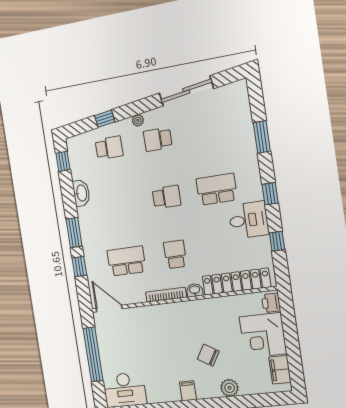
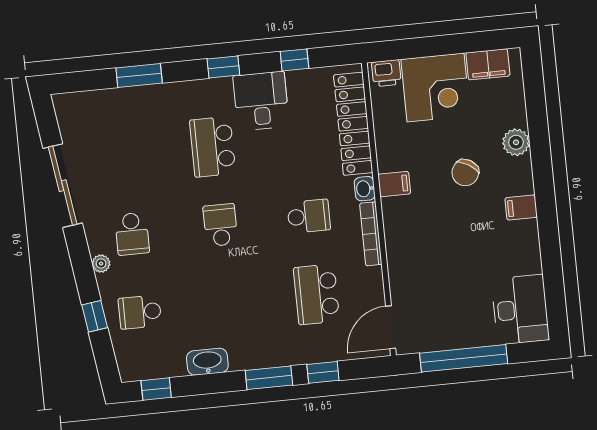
school desk: (109, 148) -> (140, 312), turned -90
school desk: (175, 254) -> (309, 216), turned 180
filing cabinet: (199, 309) -> (394, 184), added

